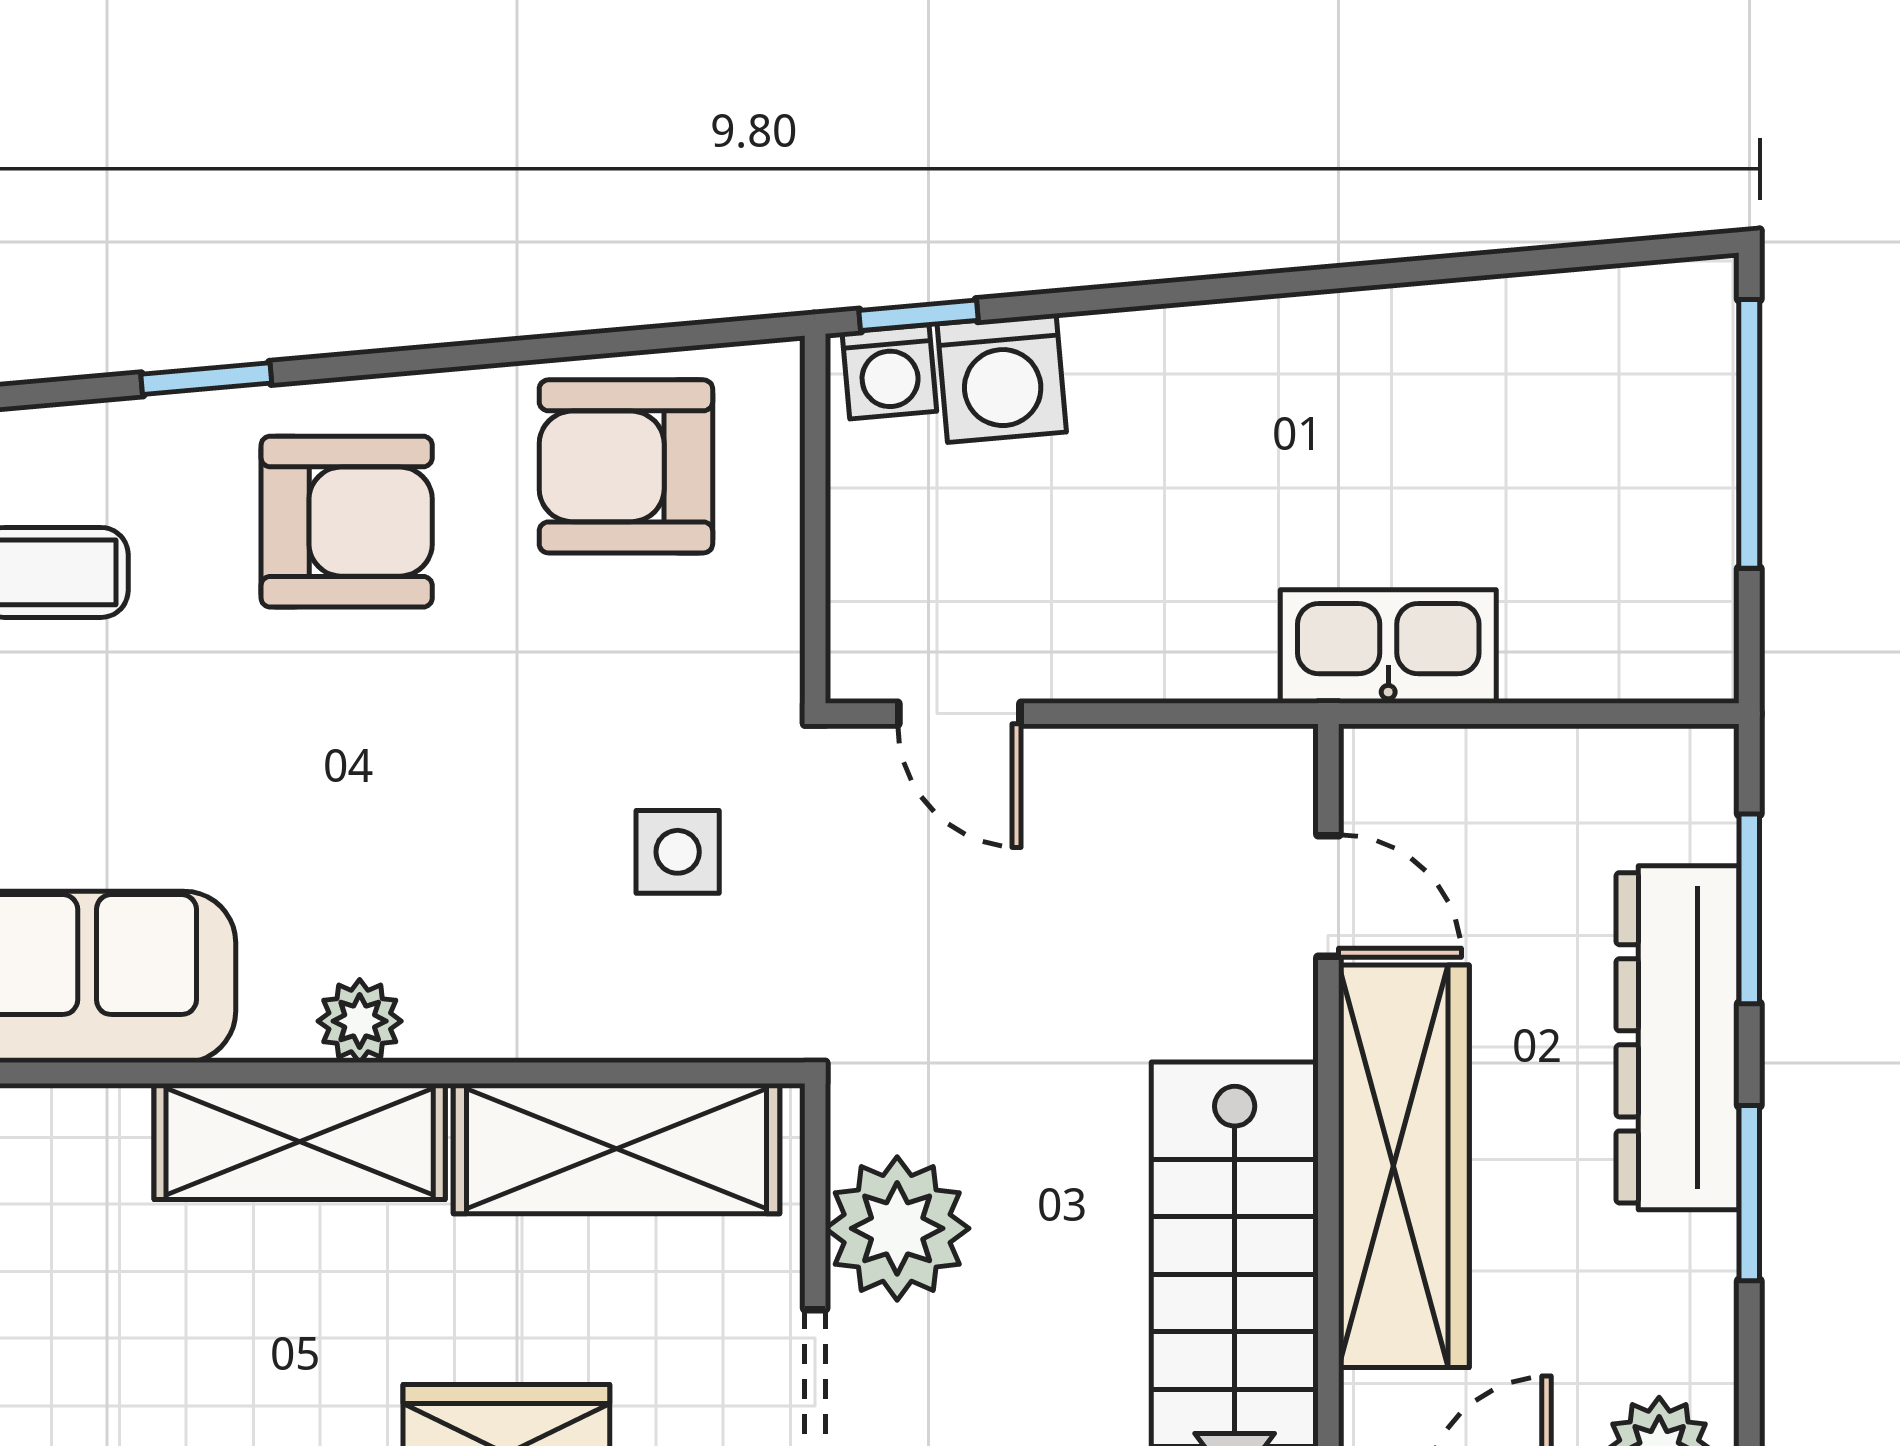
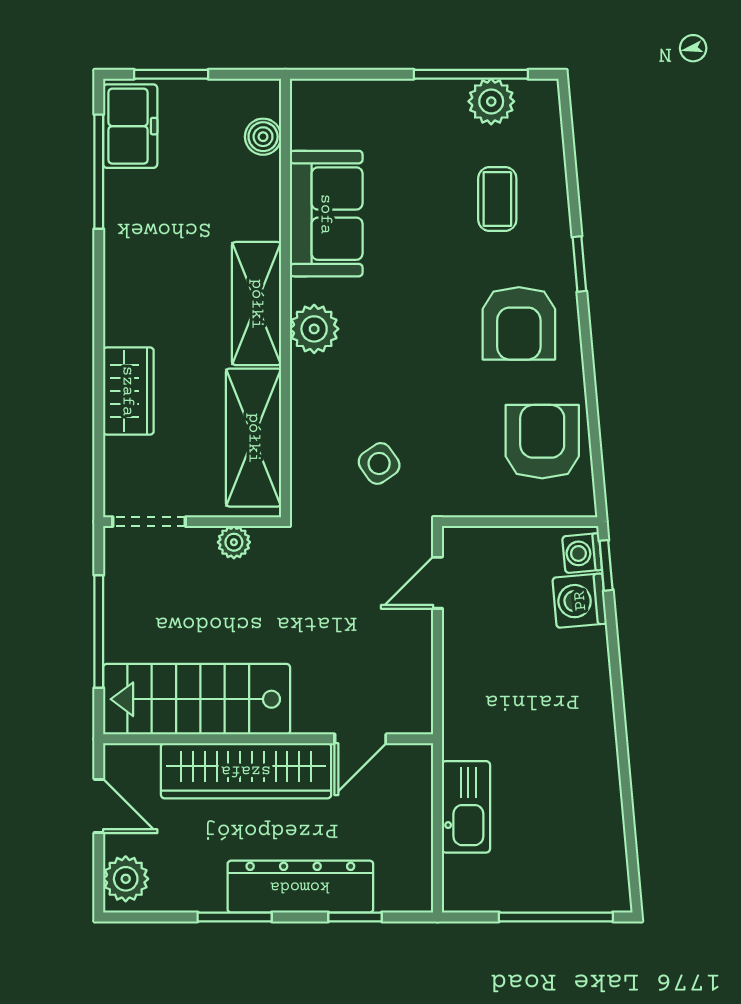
kitchen sink: (1388, 647) -> (466, 807), moved
side table: (678, 852) -> (379, 463), turned -35
window: (1749, 909) -> (355, 917), width x0.67
plant: (360, 1021) -> (314, 329), width x1.38, depth x1.38
plant: (897, 1228) -> (234, 542), width x0.53, depth x0.53

